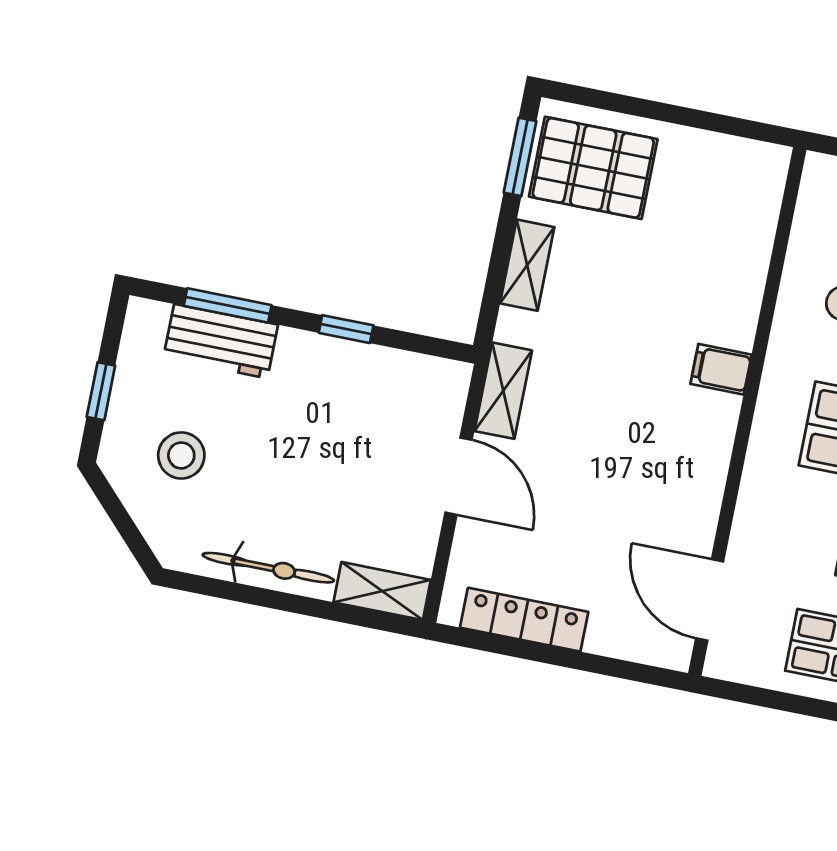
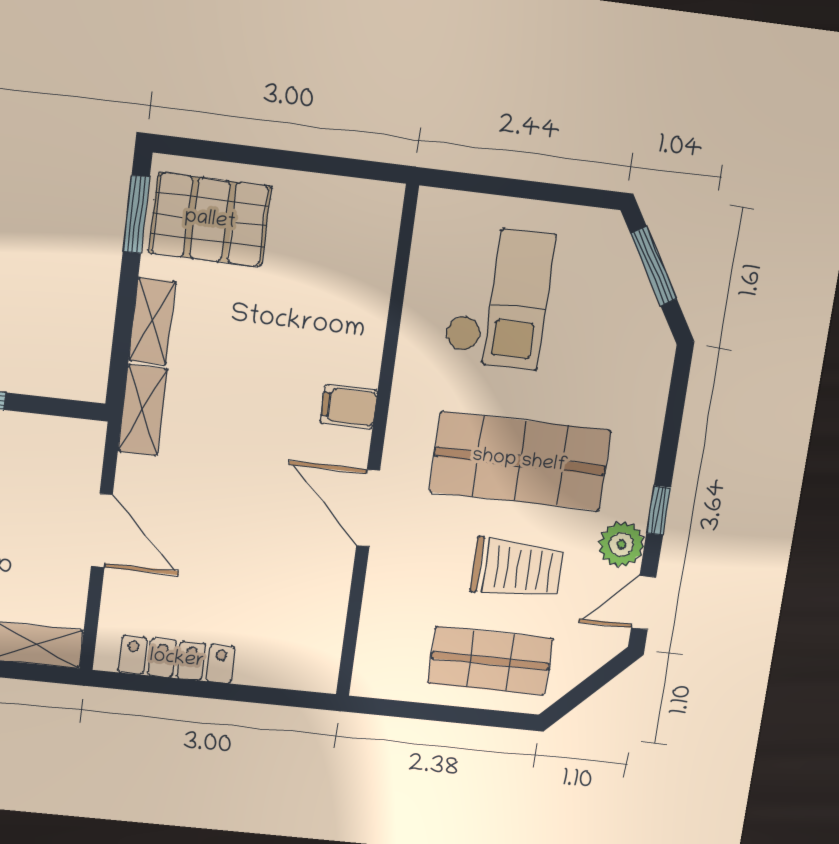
shelving: (503, 391) -> (143, 410), moved
door: (710, 600) -> (368, 508), moved

